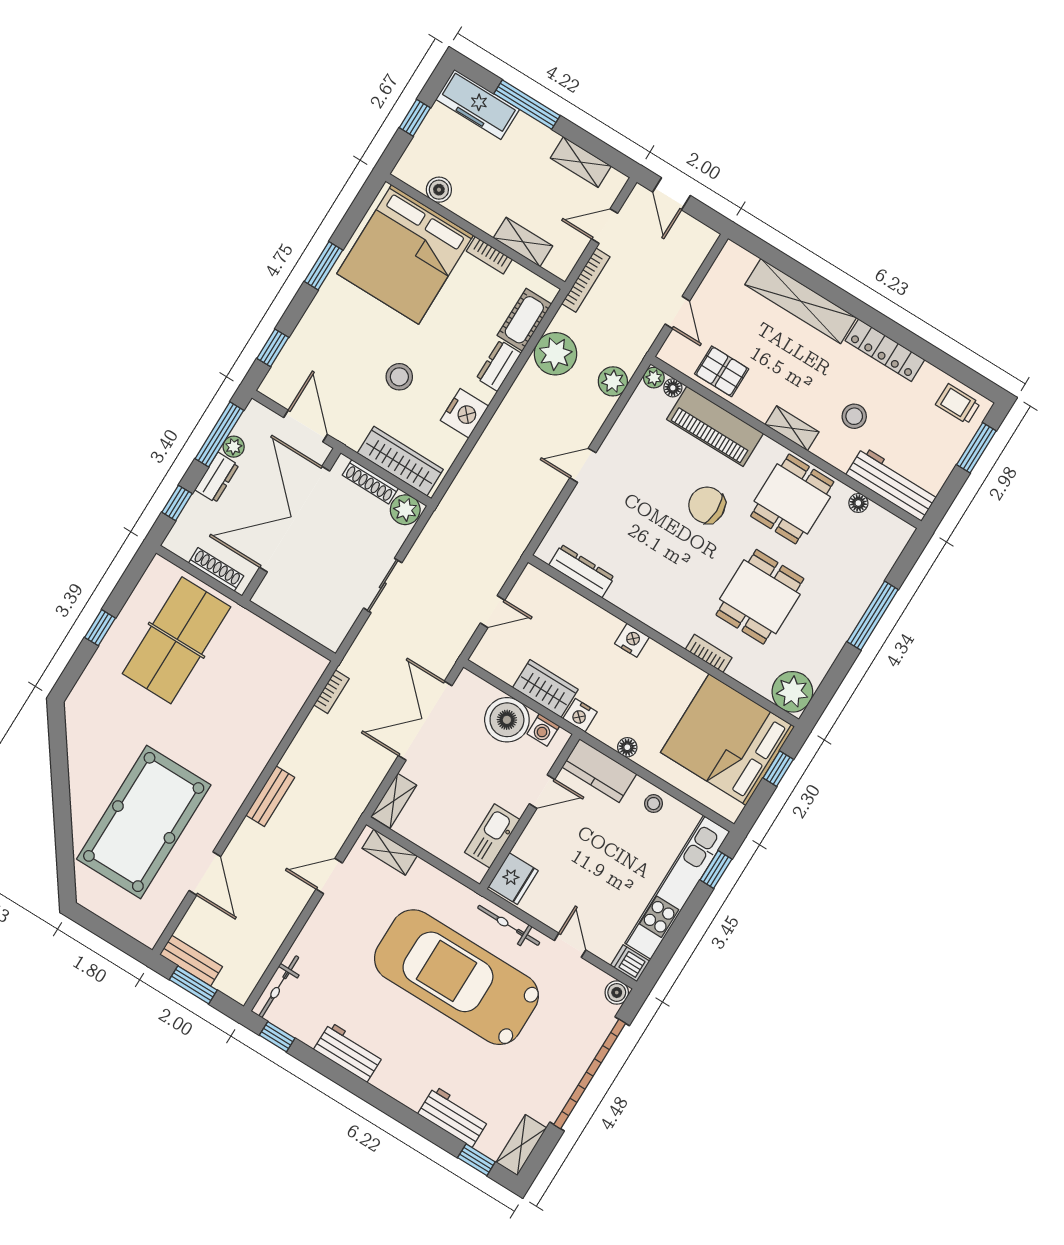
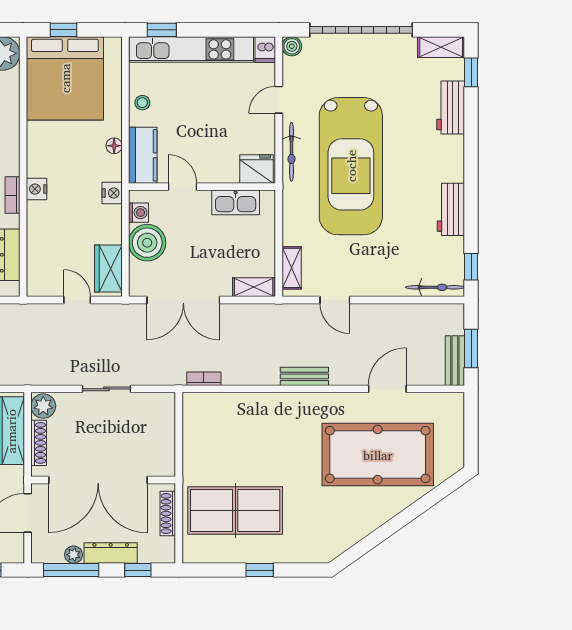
dresser: (217, 477) -> (111, 553), width x1.44
bookcase: (709, 653) -> (12, 195), moved
wardrobe: (545, 688) -> (108, 268), moved

